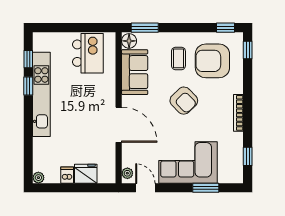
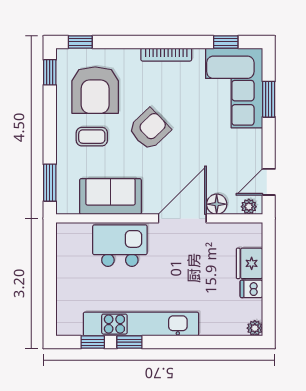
floor lamp: (129, 41) -> (217, 204), moved
kitchen island: (88, 53) -> (120, 246), moved
corner sofa: (188, 162) -> (234, 88), moved

